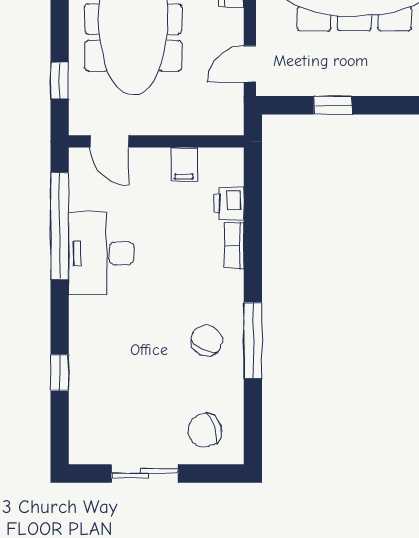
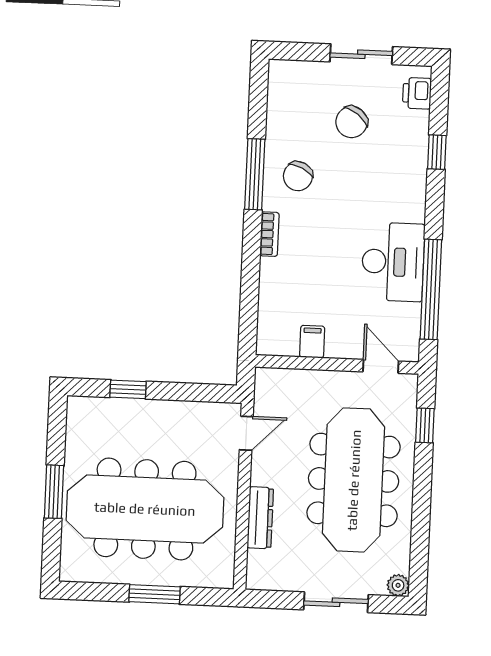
window: (333, 105) -> (128, 389), moved
printer: (229, 203) -> (417, 93), moved, turned 180
bookcase: (234, 246) -> (269, 234), moved
chair: (205, 430) -> (352, 122), moved, turned 146

